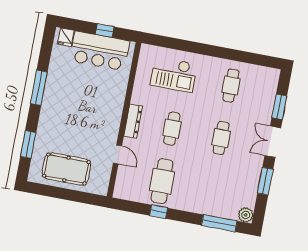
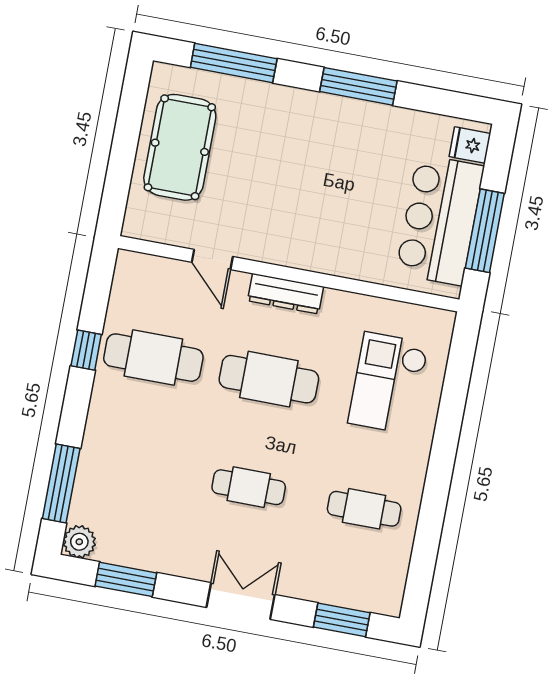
window: (105, 30) -> (485, 231), width x2.17
window: (279, 107) -> (342, 620), moved
cafe table: (172, 129) -> (269, 379), width x1.37, depth x1.35
window: (28, 144) -> (234, 63), width x1.44
door: (117, 154) -> (212, 259), hinge flipped
window: (265, 181) -> (126, 579), moved

